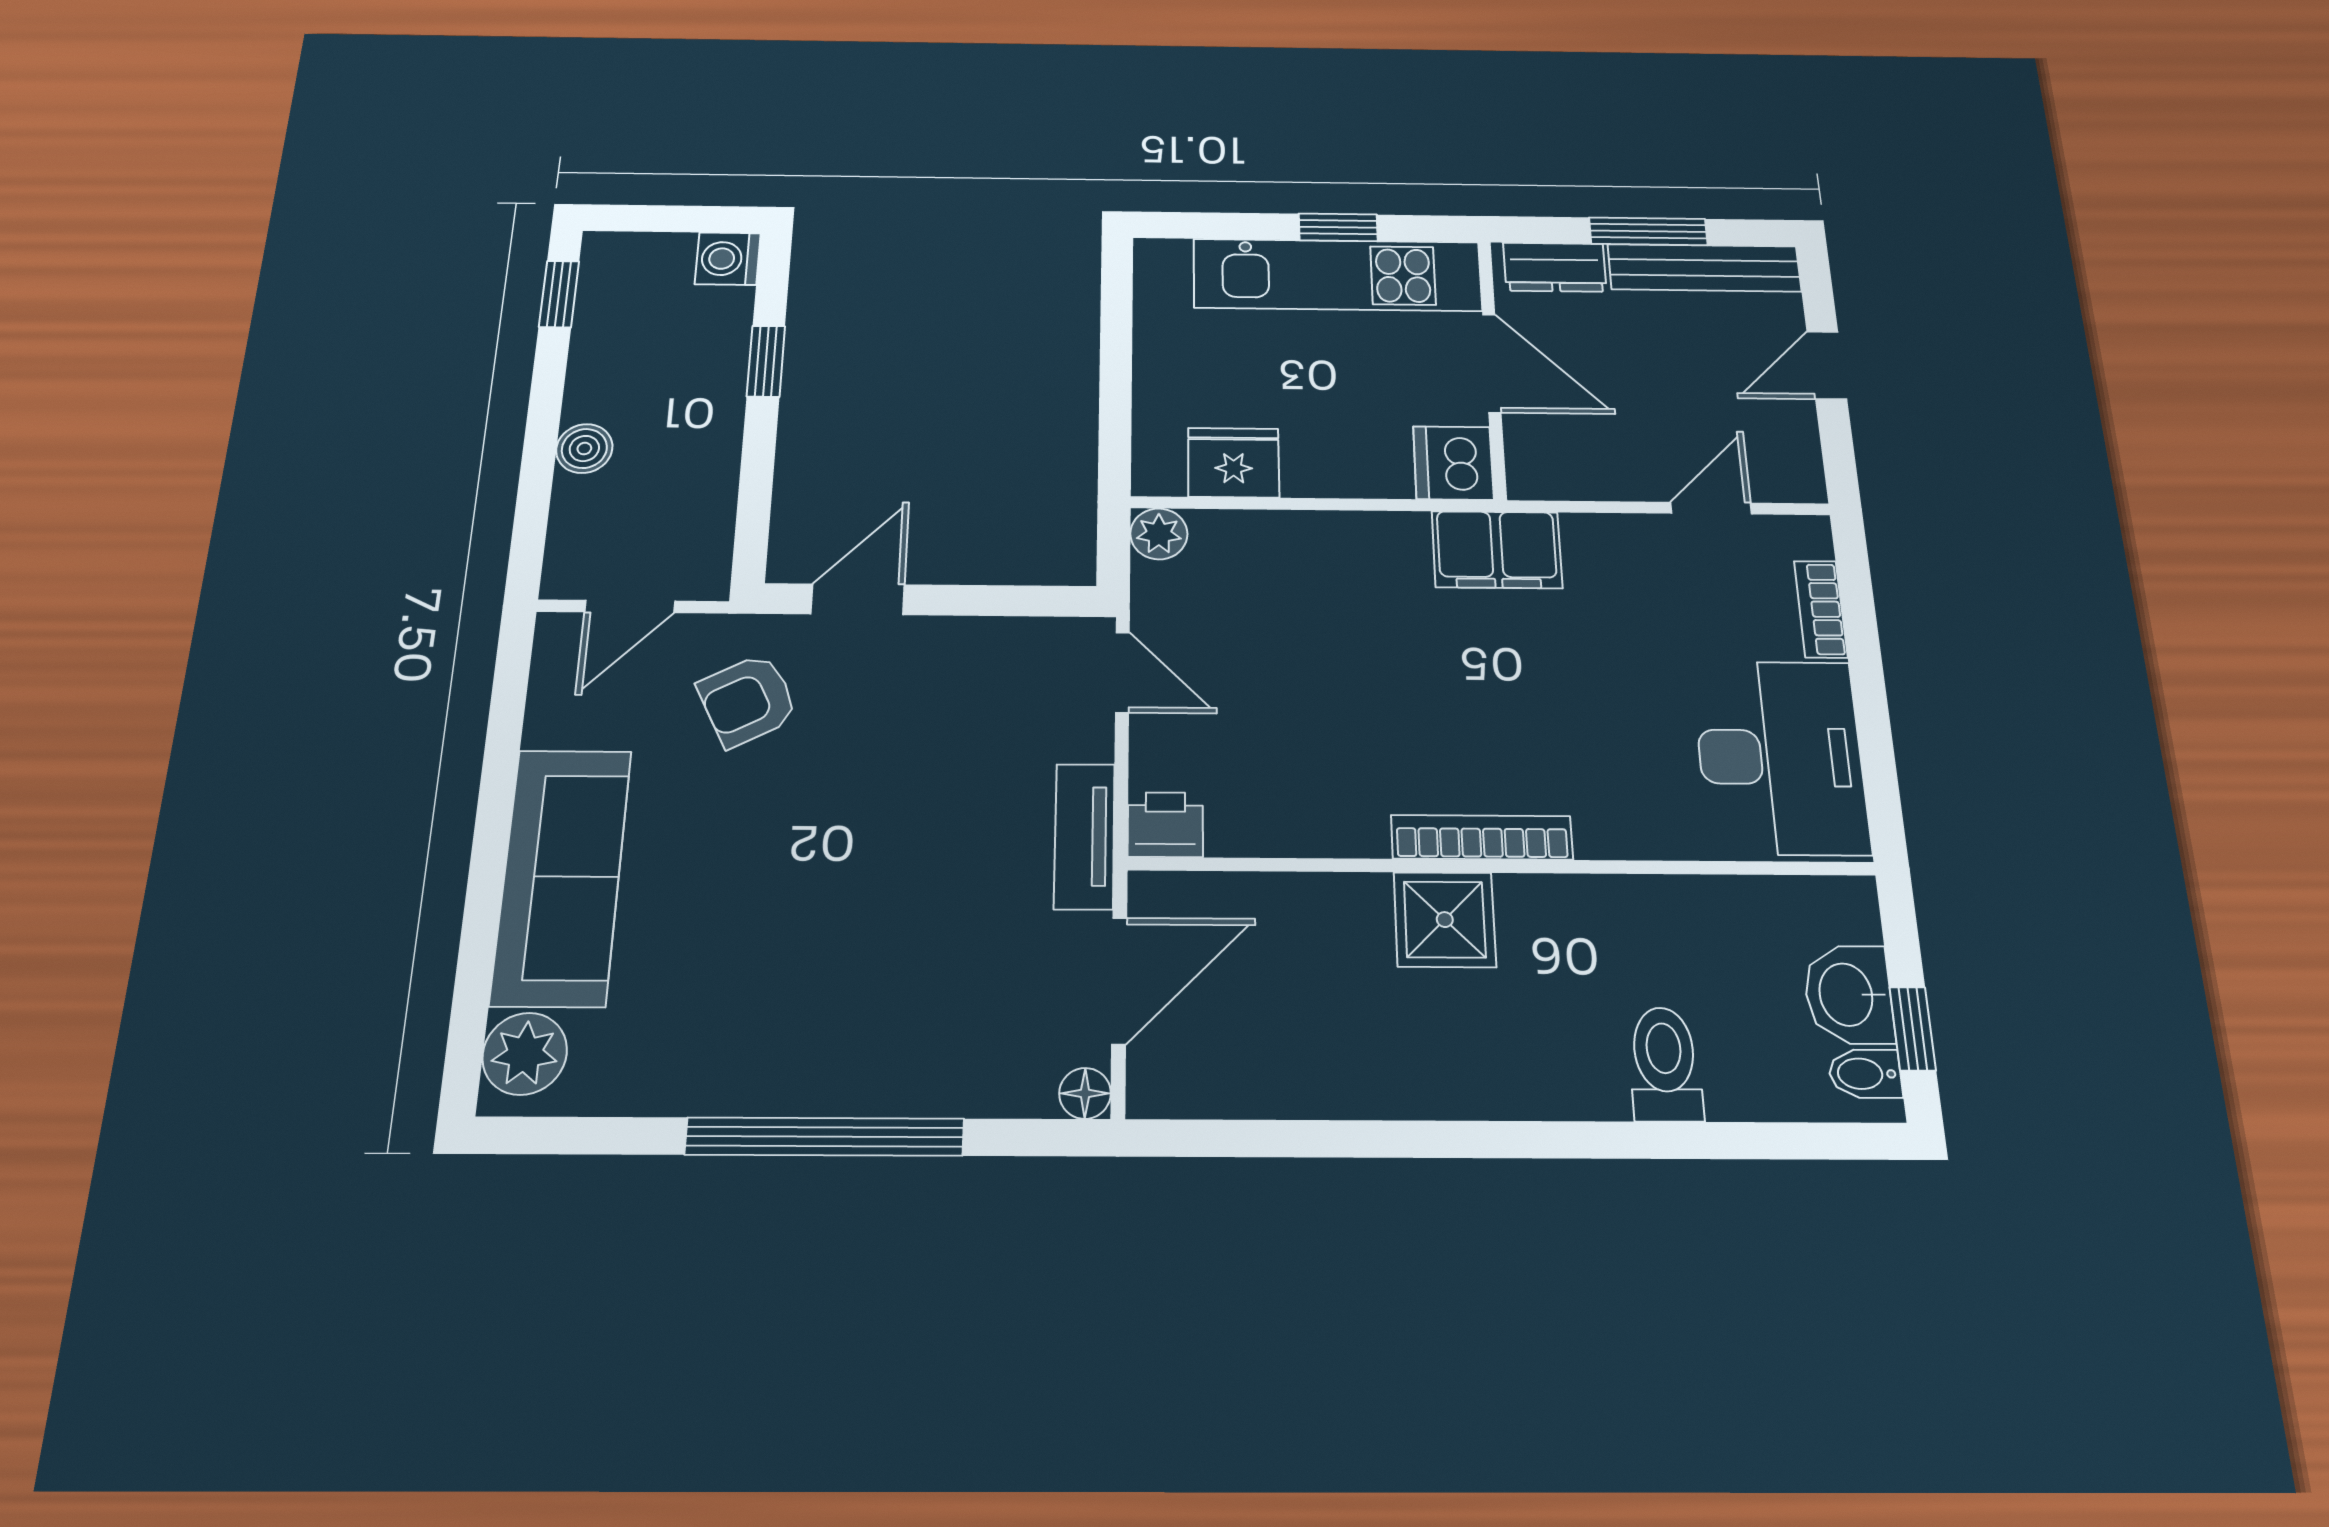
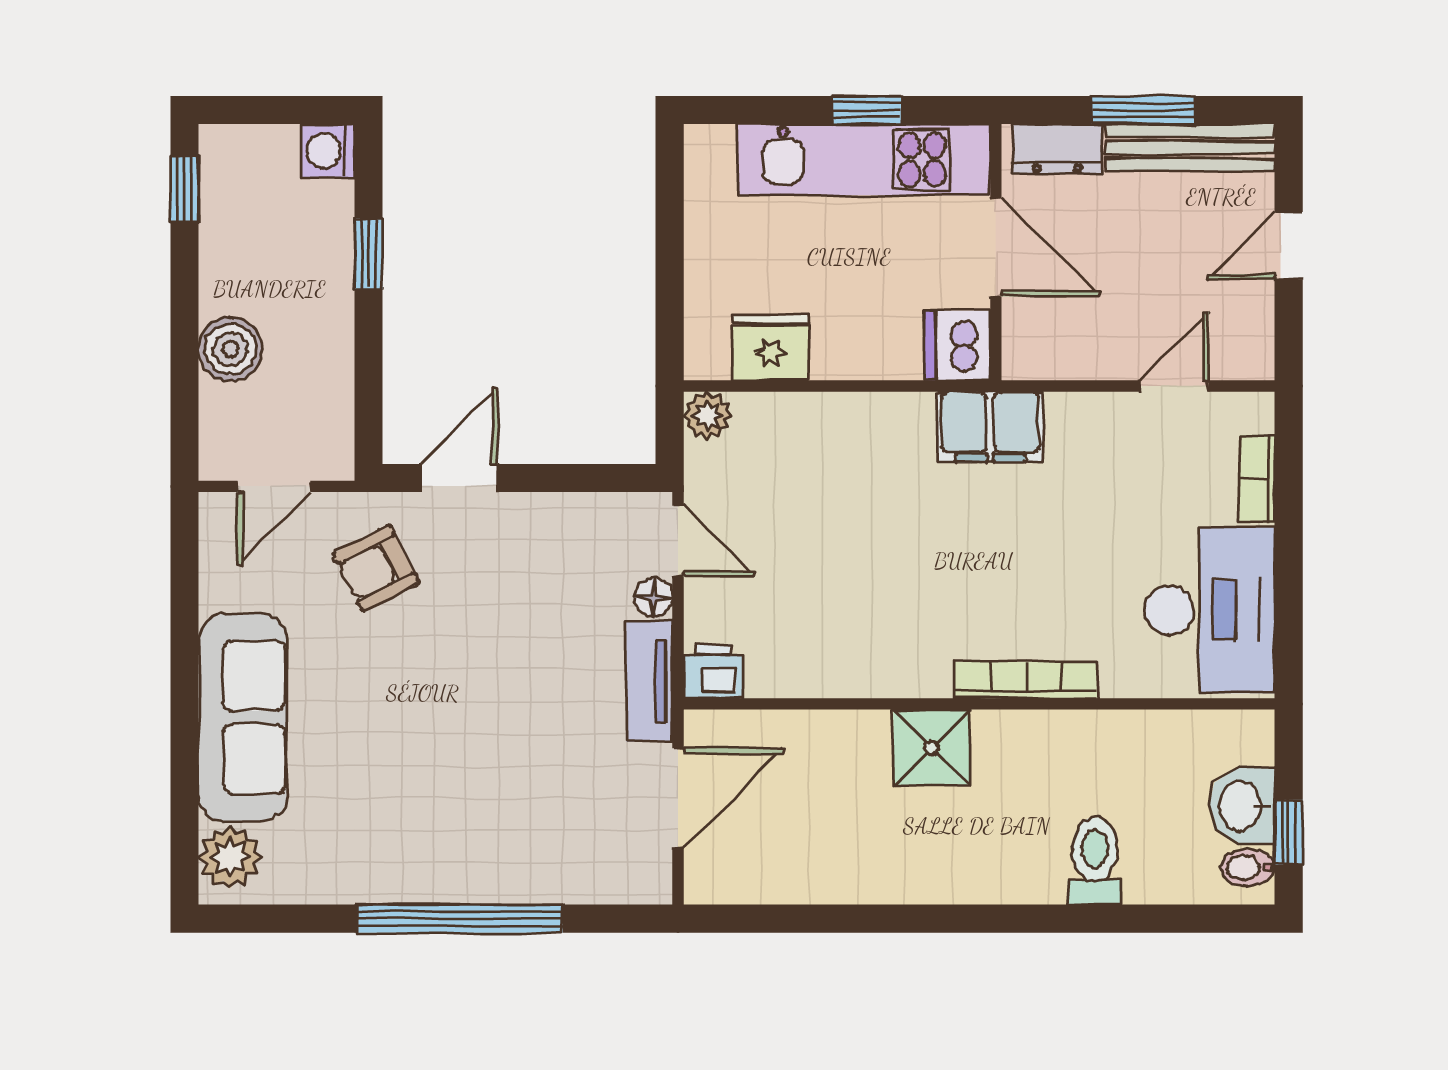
boiler: (584, 449) -> (230, 349), width x1.36, depth x1.36
bookcase: (1482, 837) -> (1026, 680), moved
floor lamp: (1085, 1093) -> (653, 597), moved

